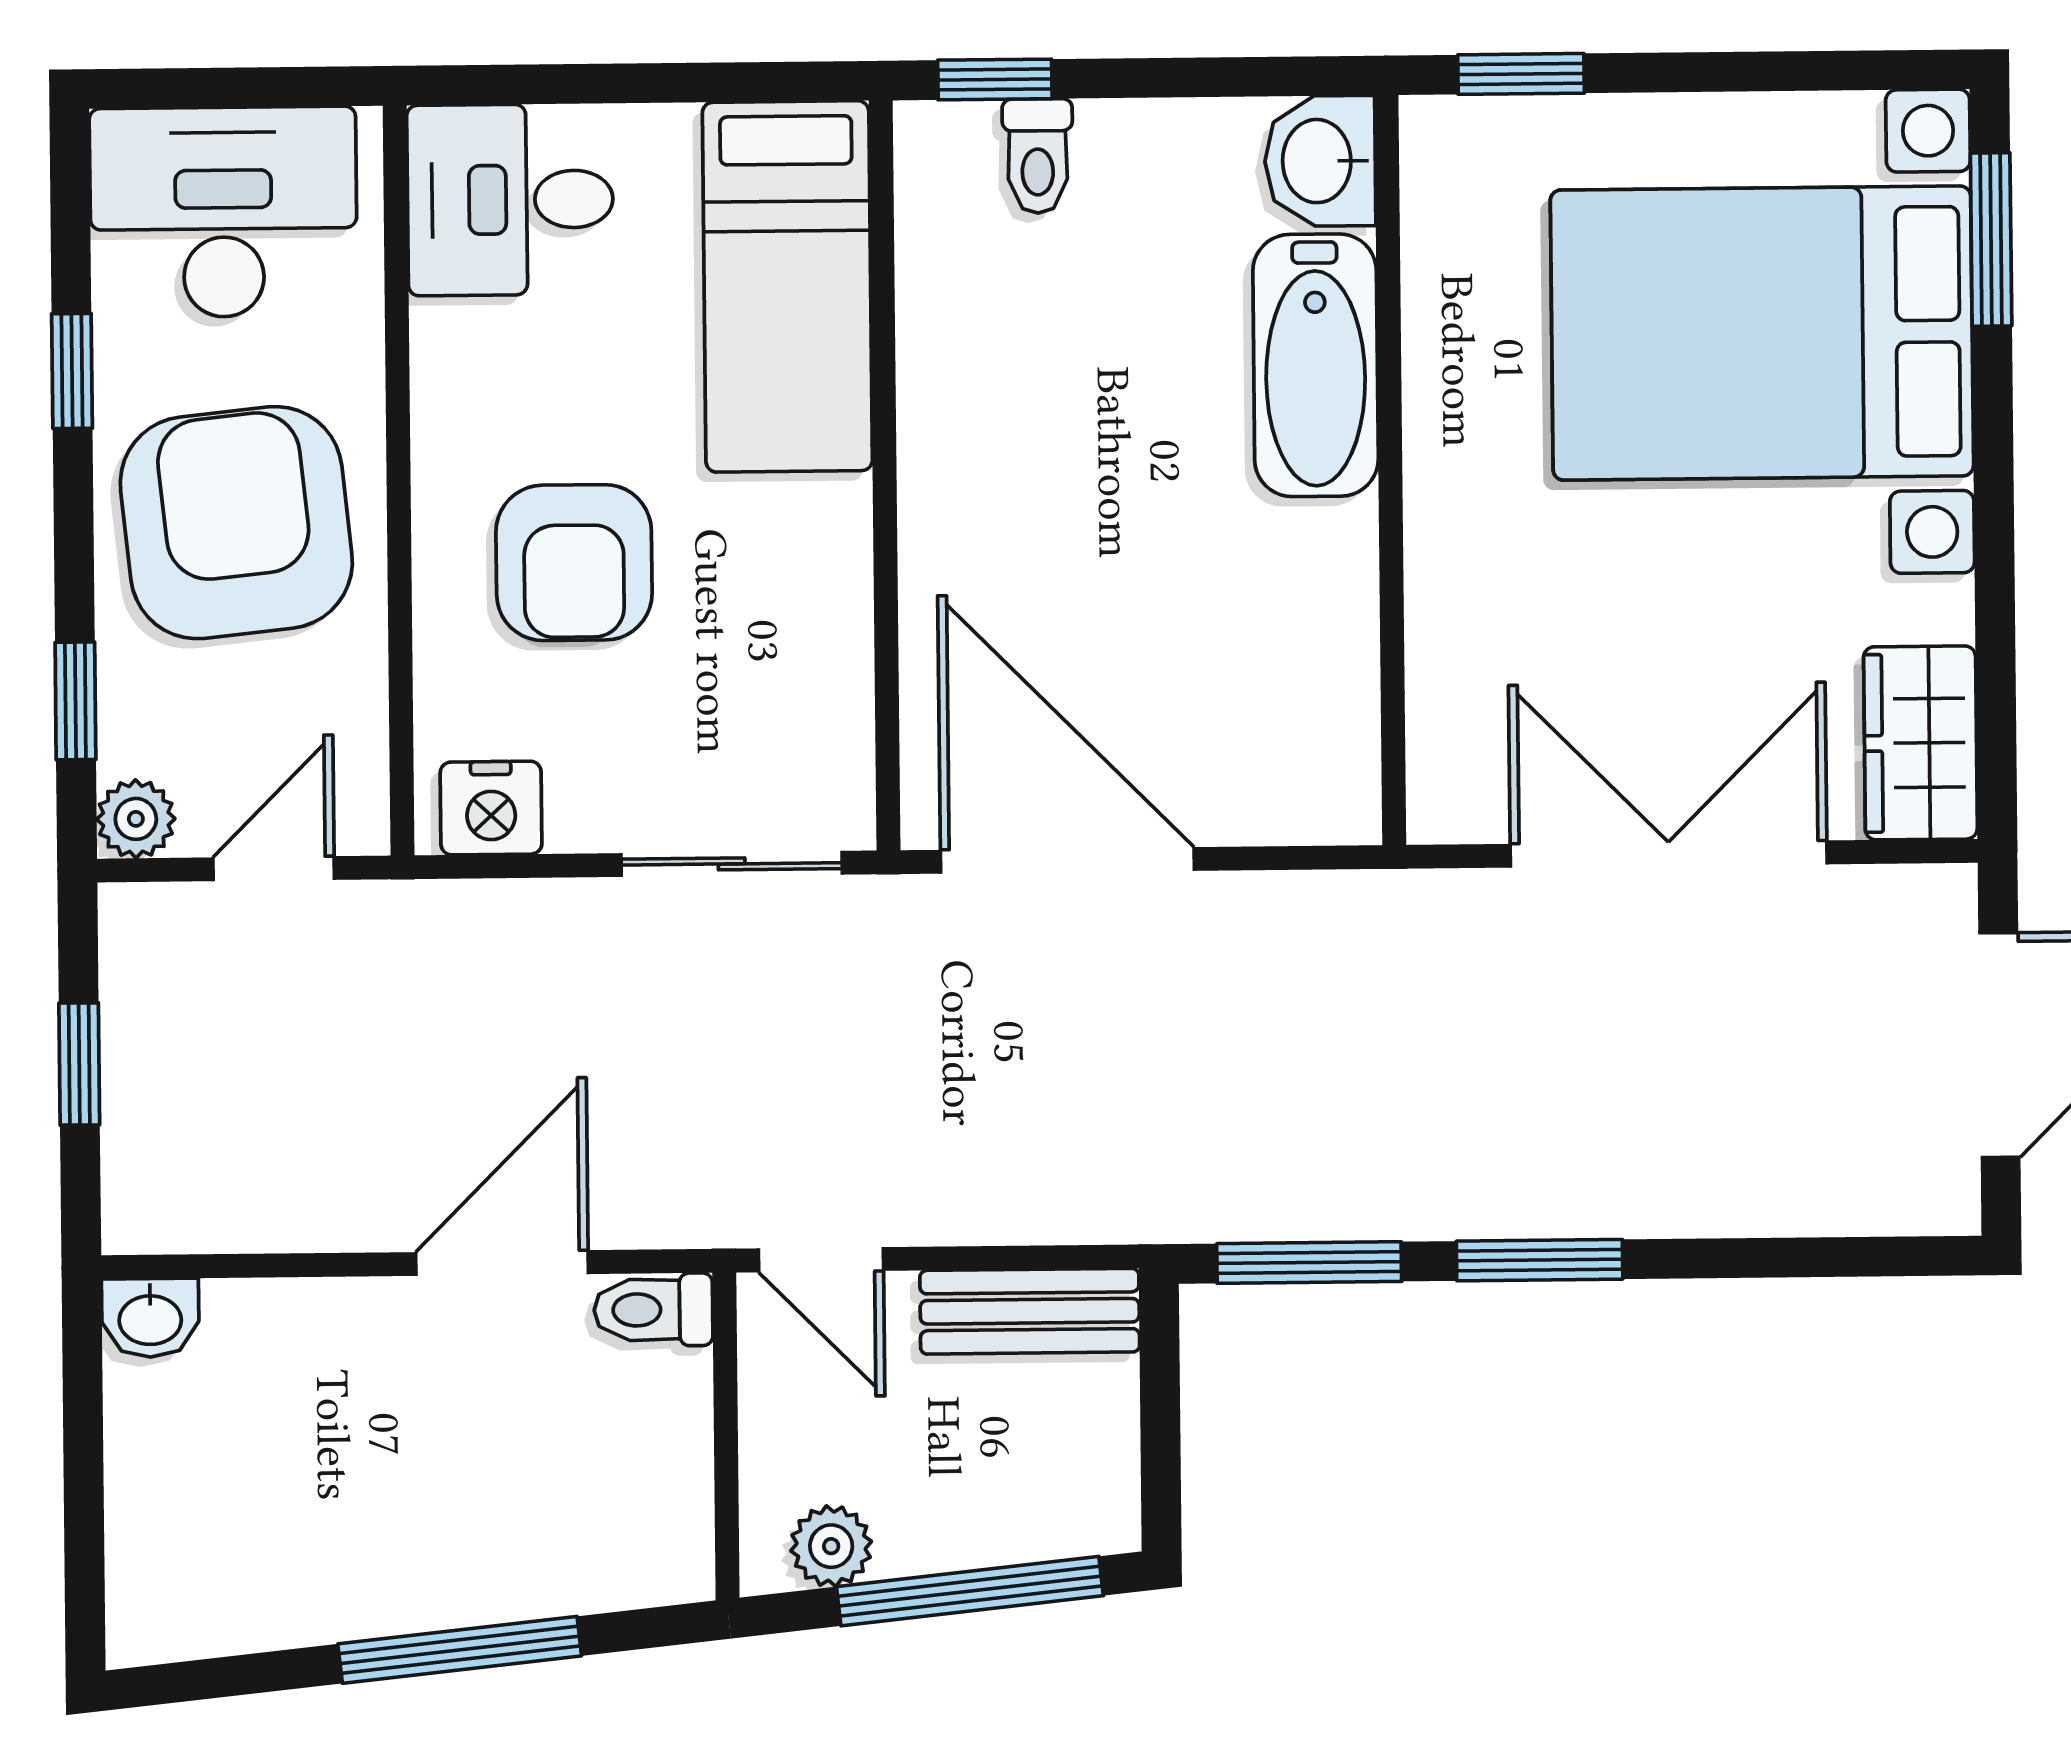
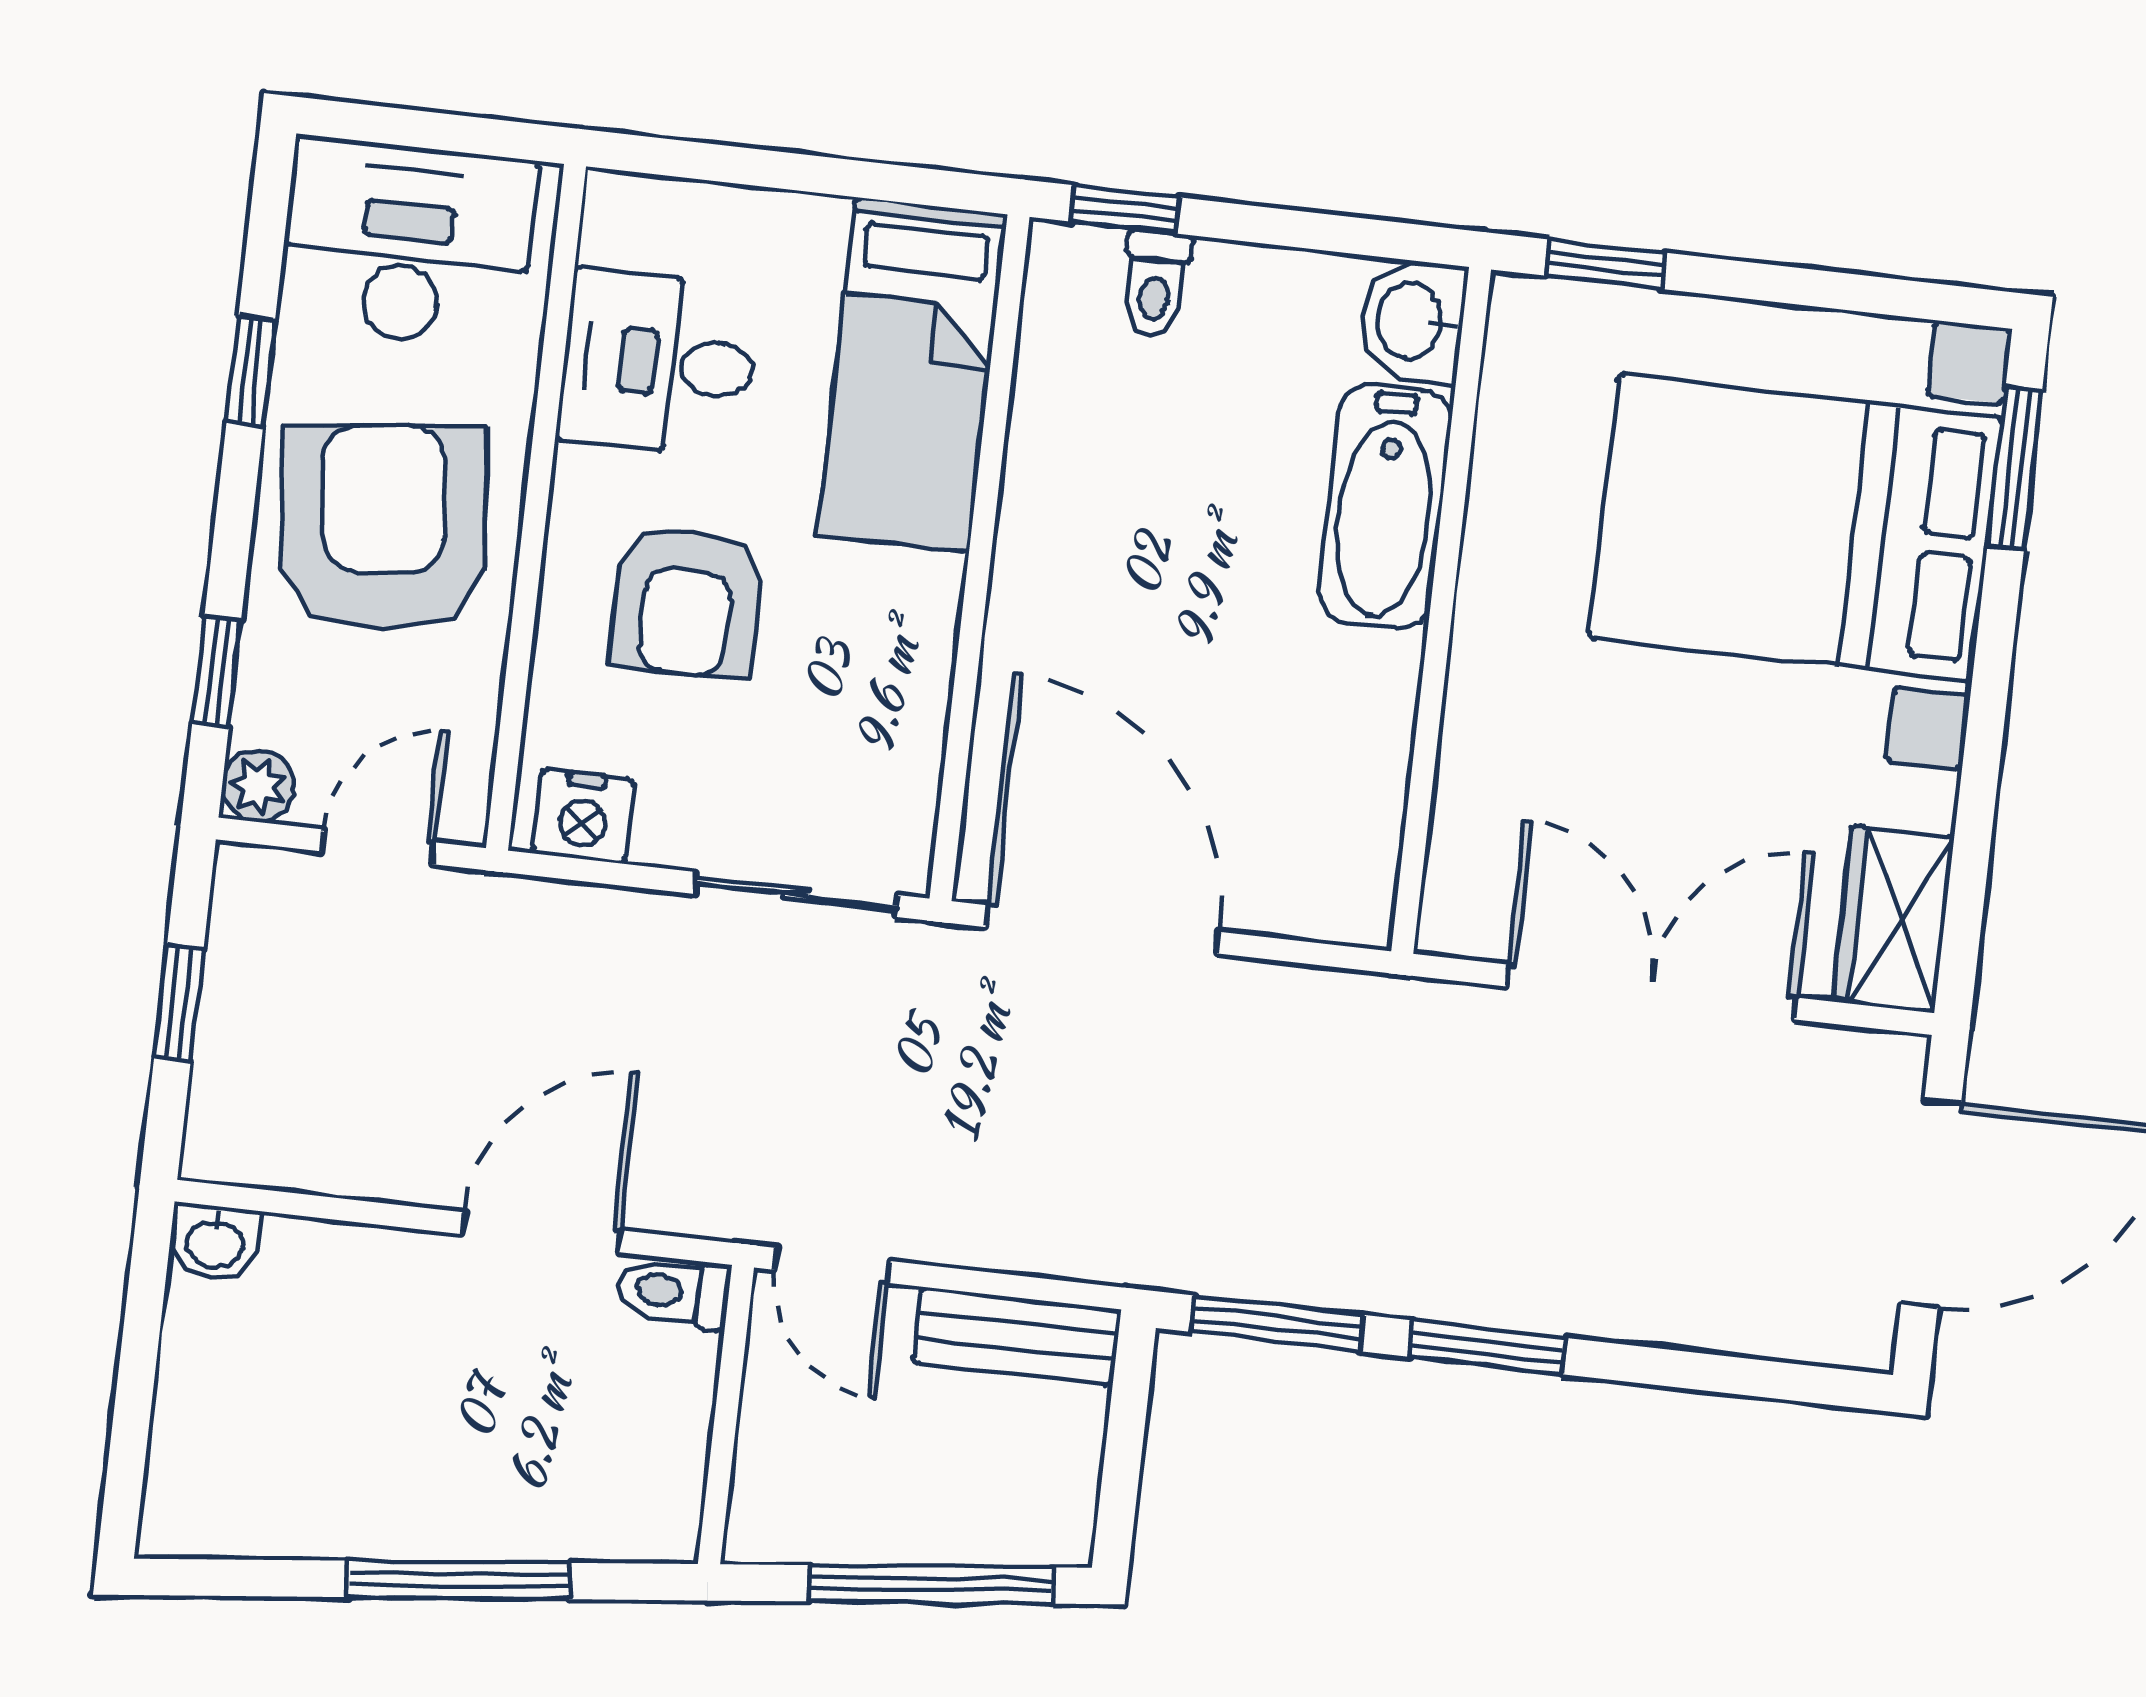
desk: (510, 200) -> (658, 363), moved
plant: (831, 1546) -> (809, 1528), removed

